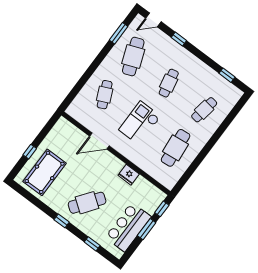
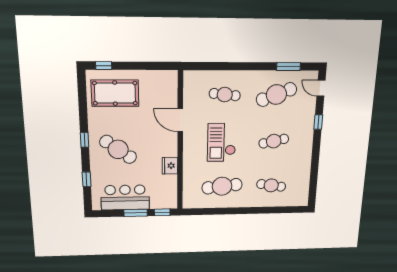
window: (227, 75) -> (313, 182), removed
cafe table: (105, 95) -> (225, 95), turned 30
checkout: (140, 123) -> (222, 142), turned -90
window: (30, 152) -> (104, 66), moved

